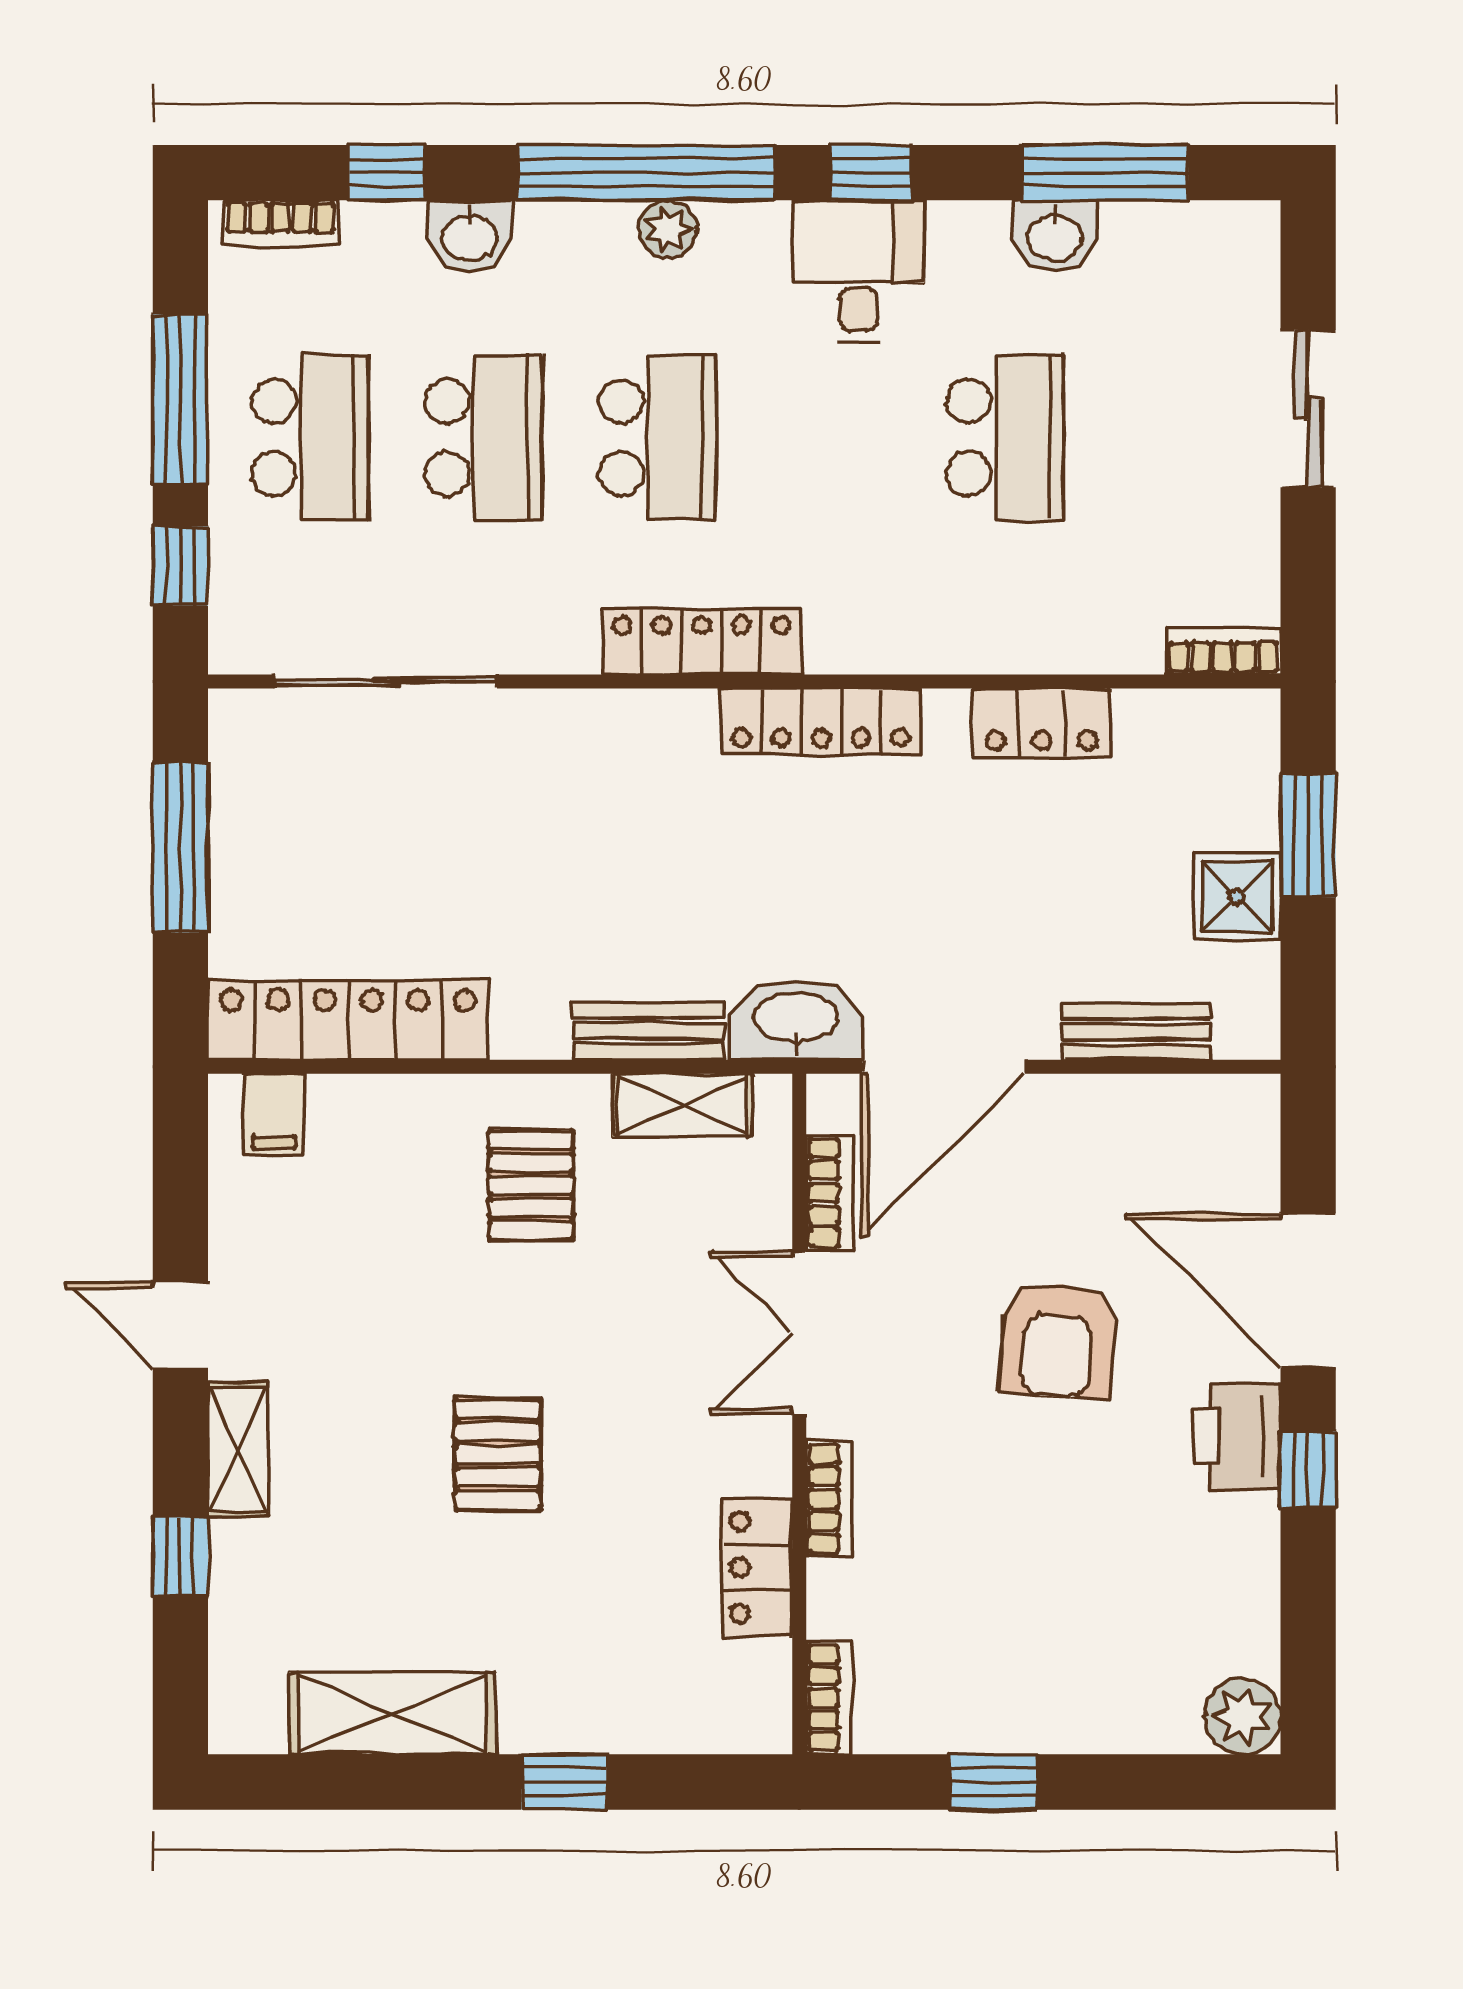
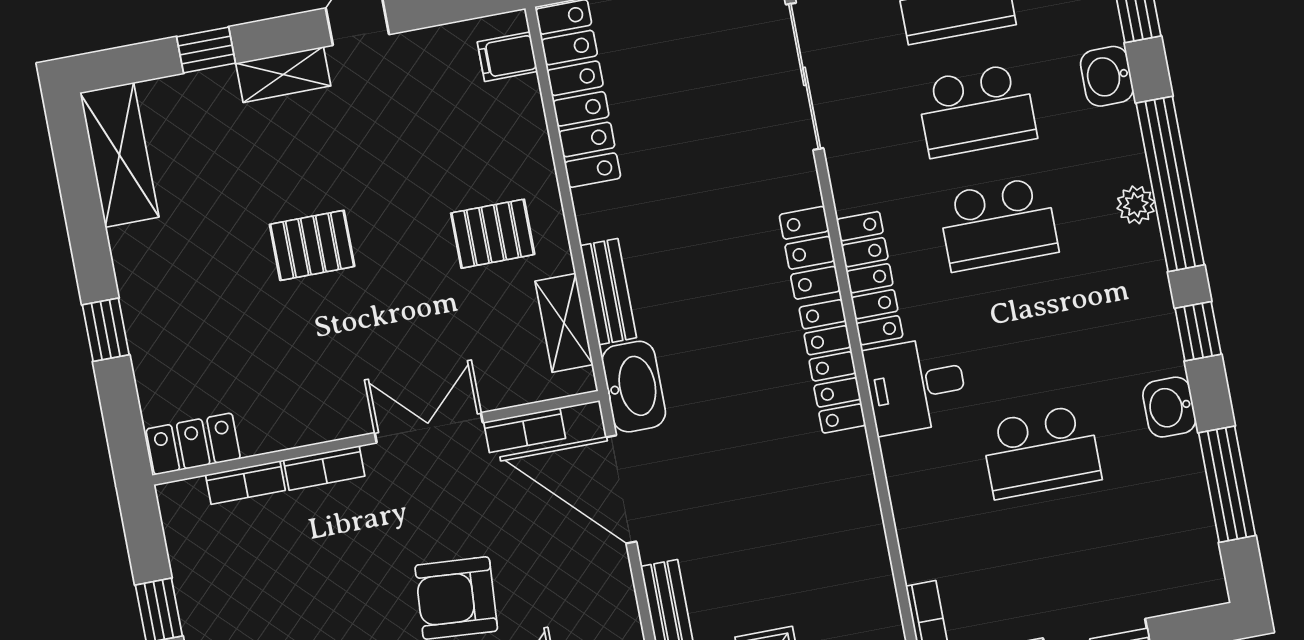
washbasin: (1055, 236) -> (1169, 407), moved
desk: (858, 271) -> (916, 385), moved, turned 180
locker: (1042, 723) -> (810, 253), moved
locker: (757, 1567) -> (193, 444), moved
bookcase: (829, 1698) -> (245, 483), moved
shelving: (392, 1713) -> (119, 155), moved

